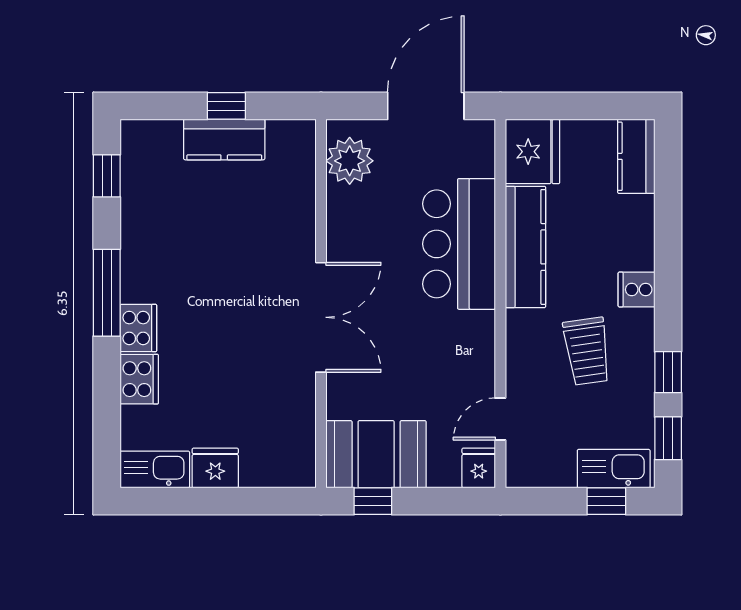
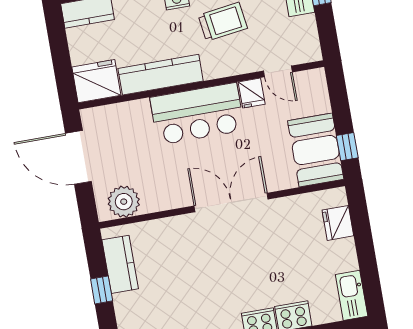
kitchen counter: (224, 139) -> (120, 264), moved
bar counter: (459, 244) -> (197, 114), moved
fridge: (215, 468) -> (338, 223), moved
fridge: (479, 468) -> (252, 93), moved, turned -90

